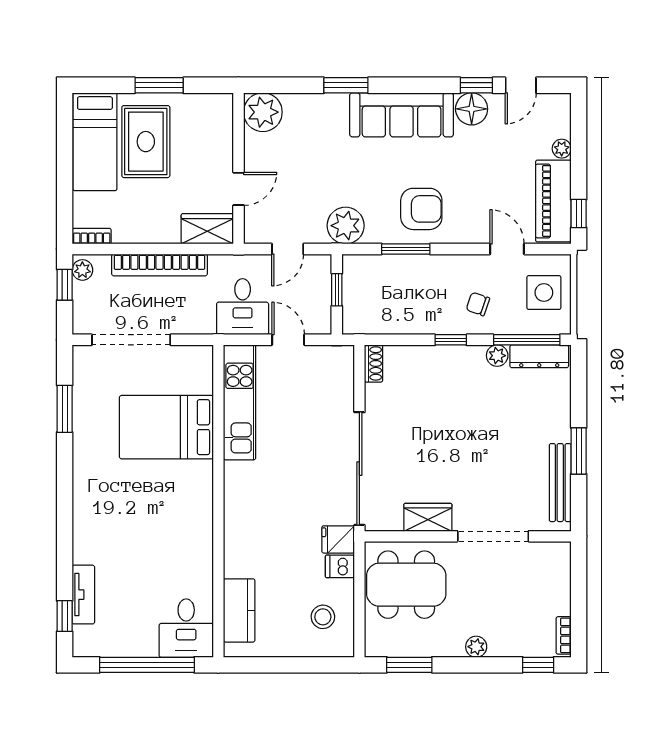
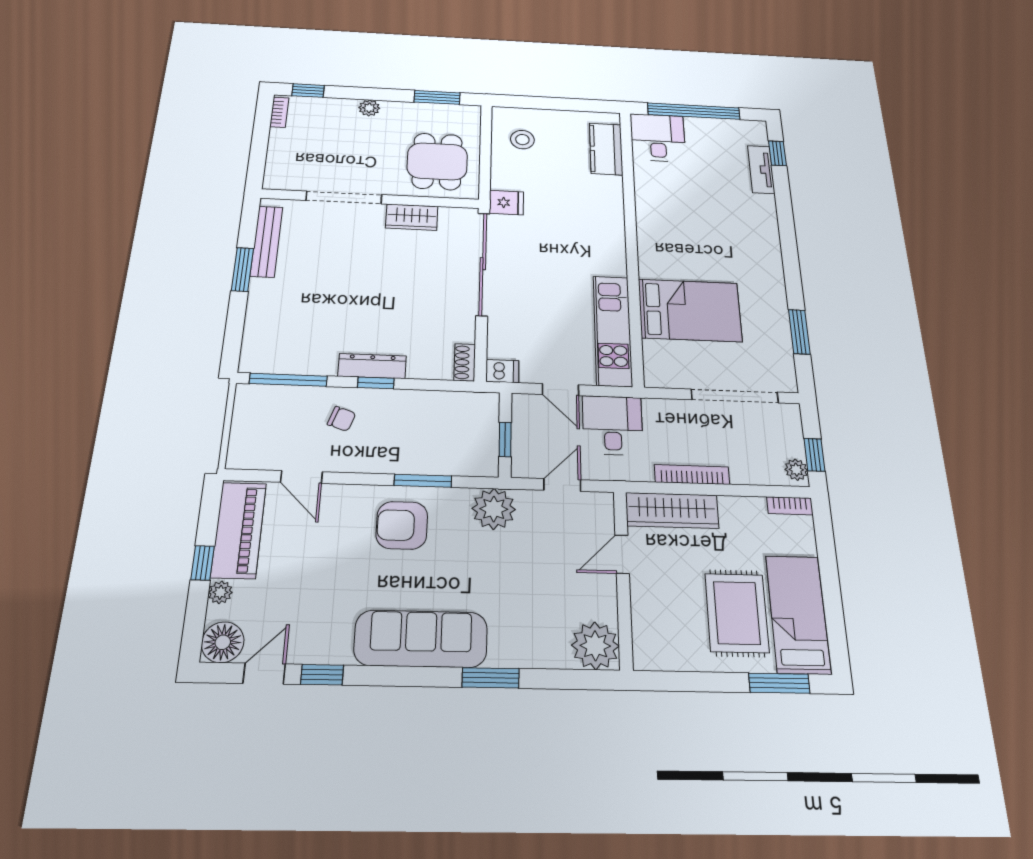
window: (159, 85) -> (779, 683), moved
floor lamp: (472, 109) -> (223, 642), moved
window: (579, 213) -> (202, 563), moved
wardrobe: (207, 229) -> (672, 510), width x1.50
bookcase: (159, 265) -> (692, 475), width x0.68, depth x0.76
side table: (544, 293) -> (262, 428), removed
plant: (497, 356) -> (324, 365), removed
dresser: (539, 356) -> (372, 366), moved
dishwasher: (340, 566) -> (502, 371), moved
dining table: (406, 585) -> (437, 161), width x0.73

